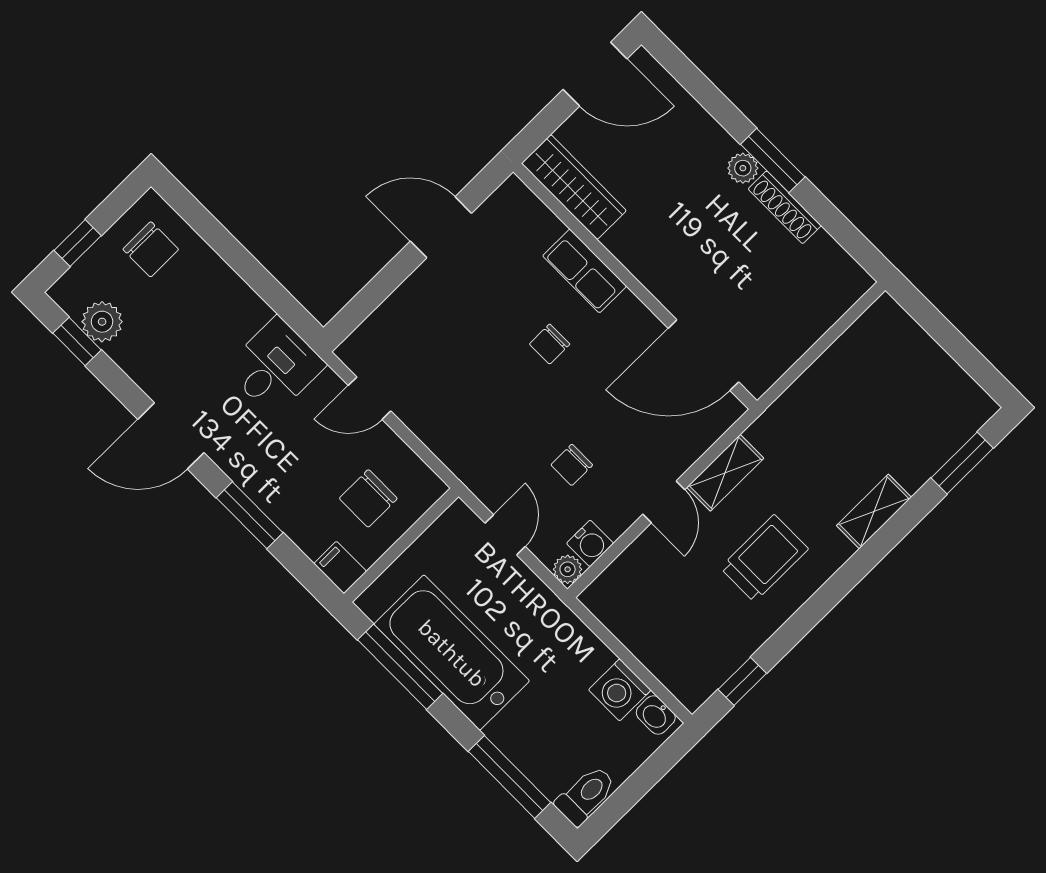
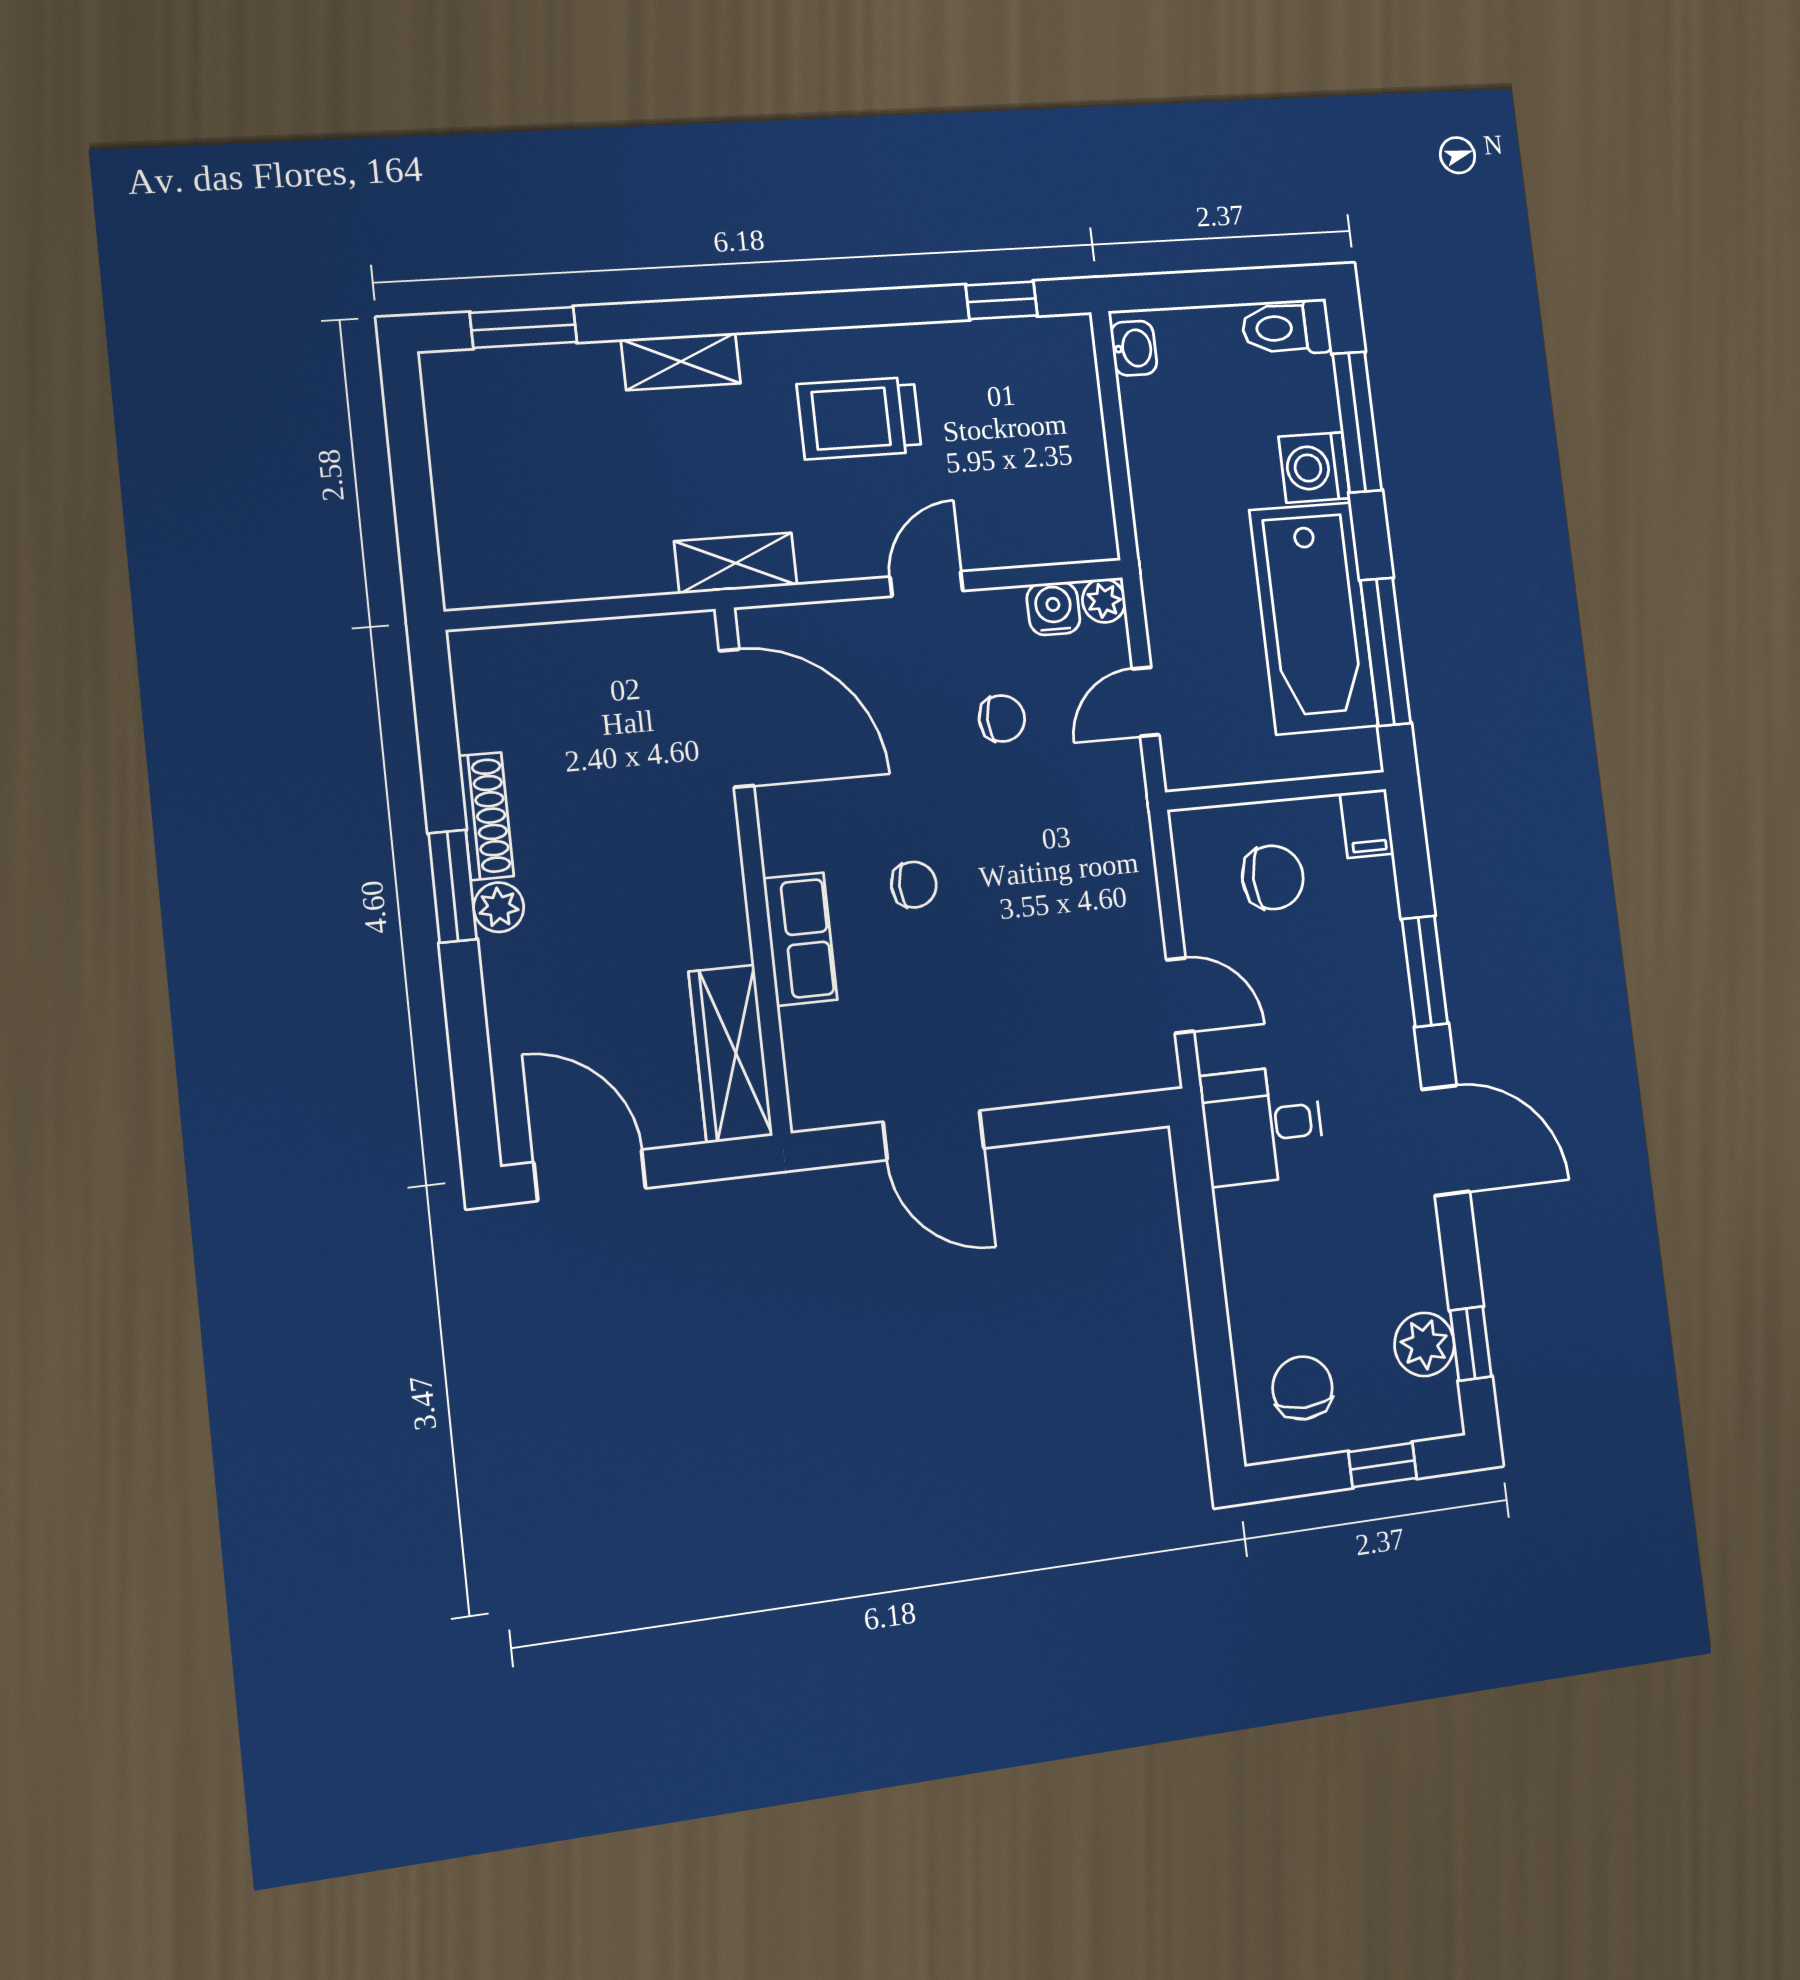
shelving: (725, 473) -> (736, 563), moved
washing machine: (620, 690) -> (1314, 467), moved, turned 180

